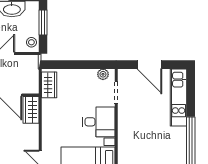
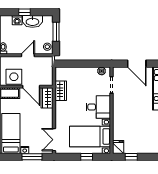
wardrobe: (49, 85) -> (61, 91), moved

